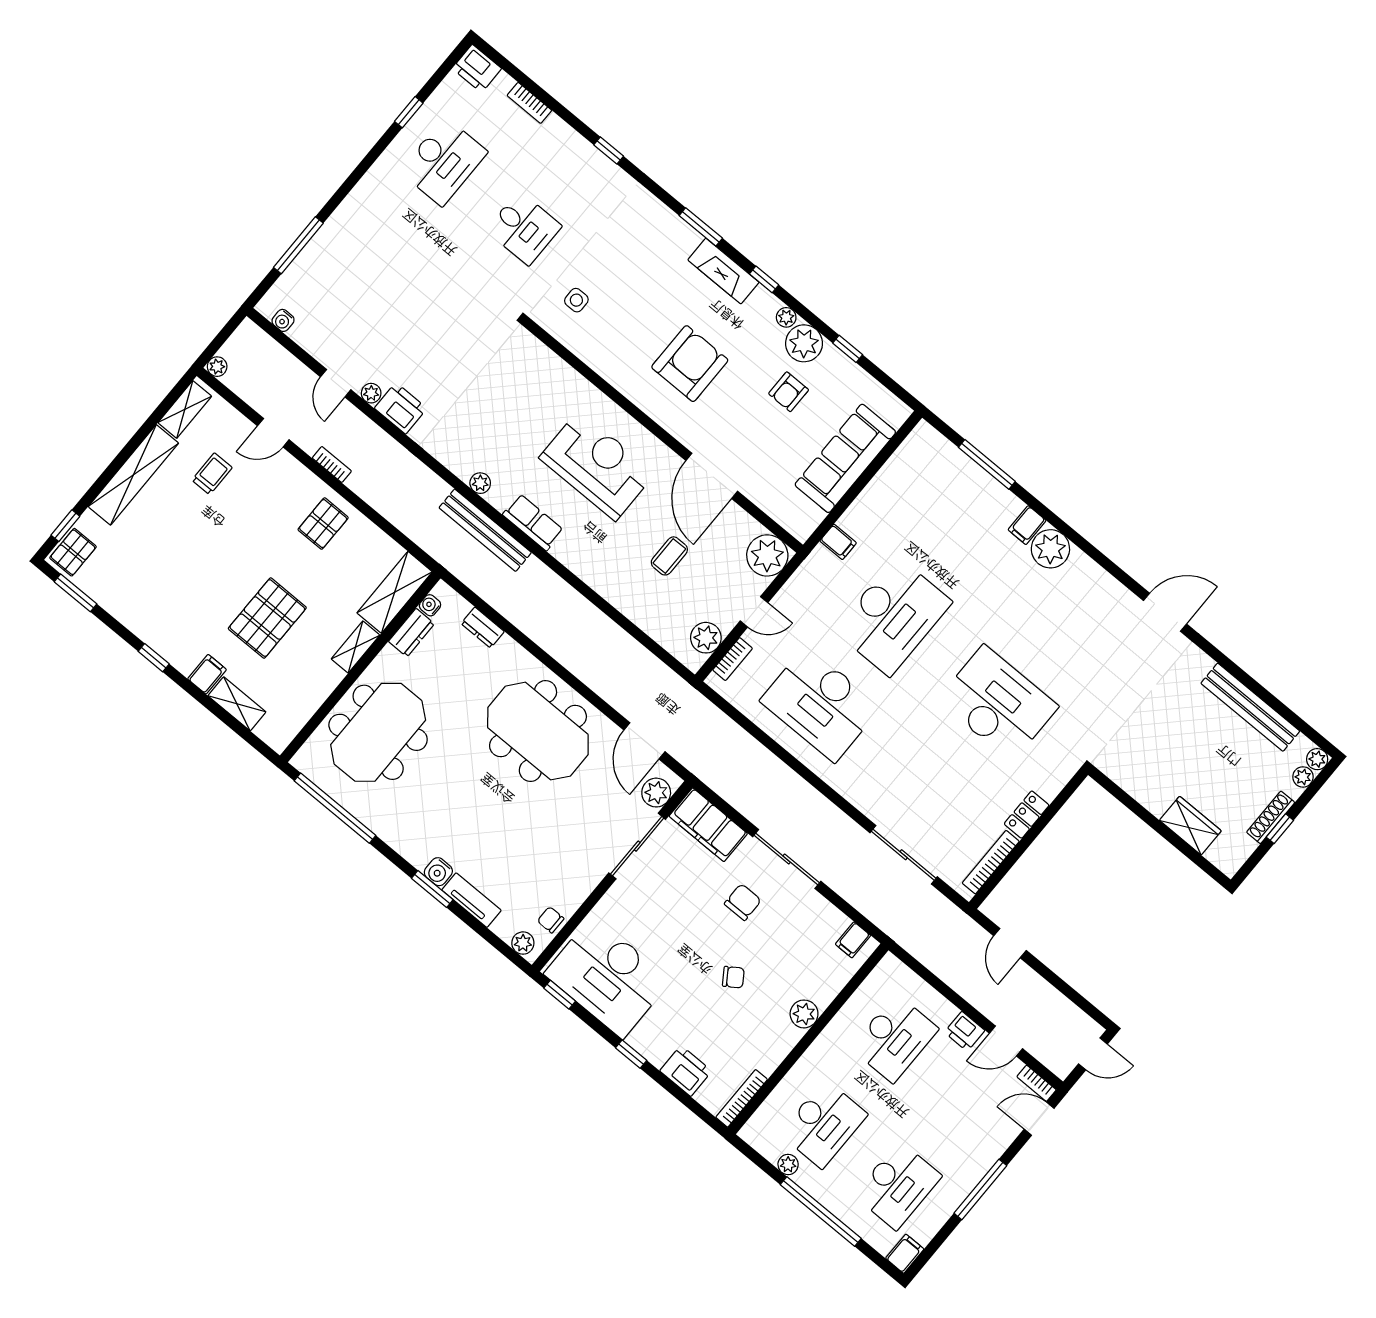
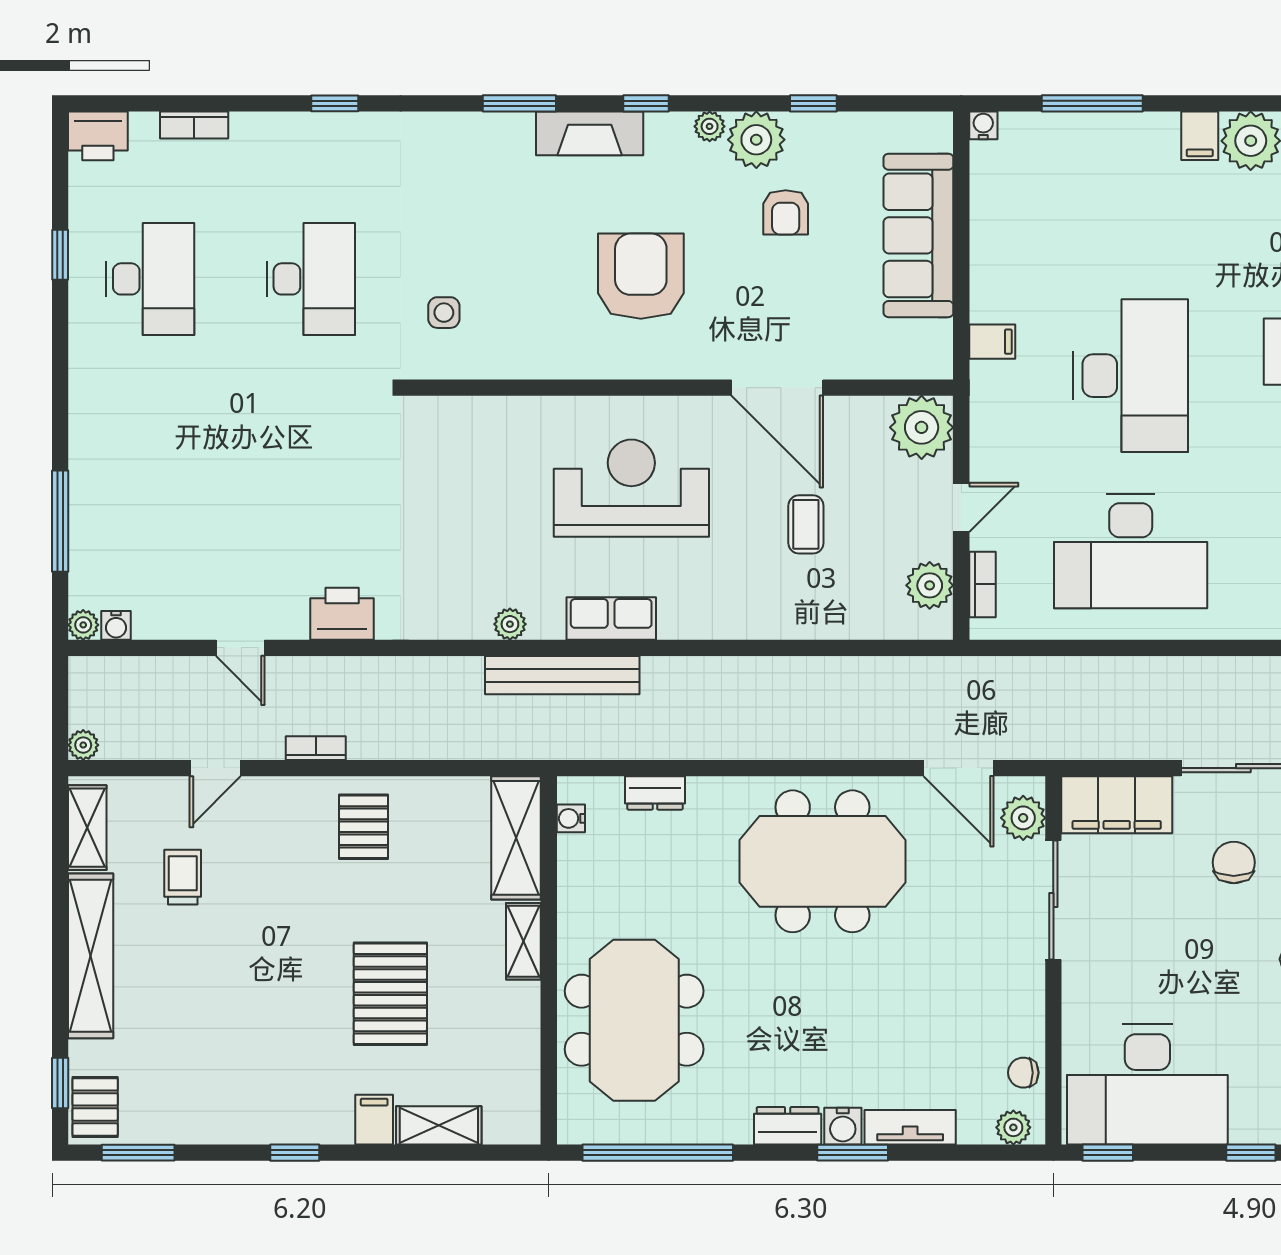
desk: (524, 228) -> (311, 279), width x1.37
plant: (371, 393) -> (83, 625), moved
water cooler: (923, 430) -> (983, 125), added
dresser: (411, 633) -> (788, 1126), moved, turned -90

